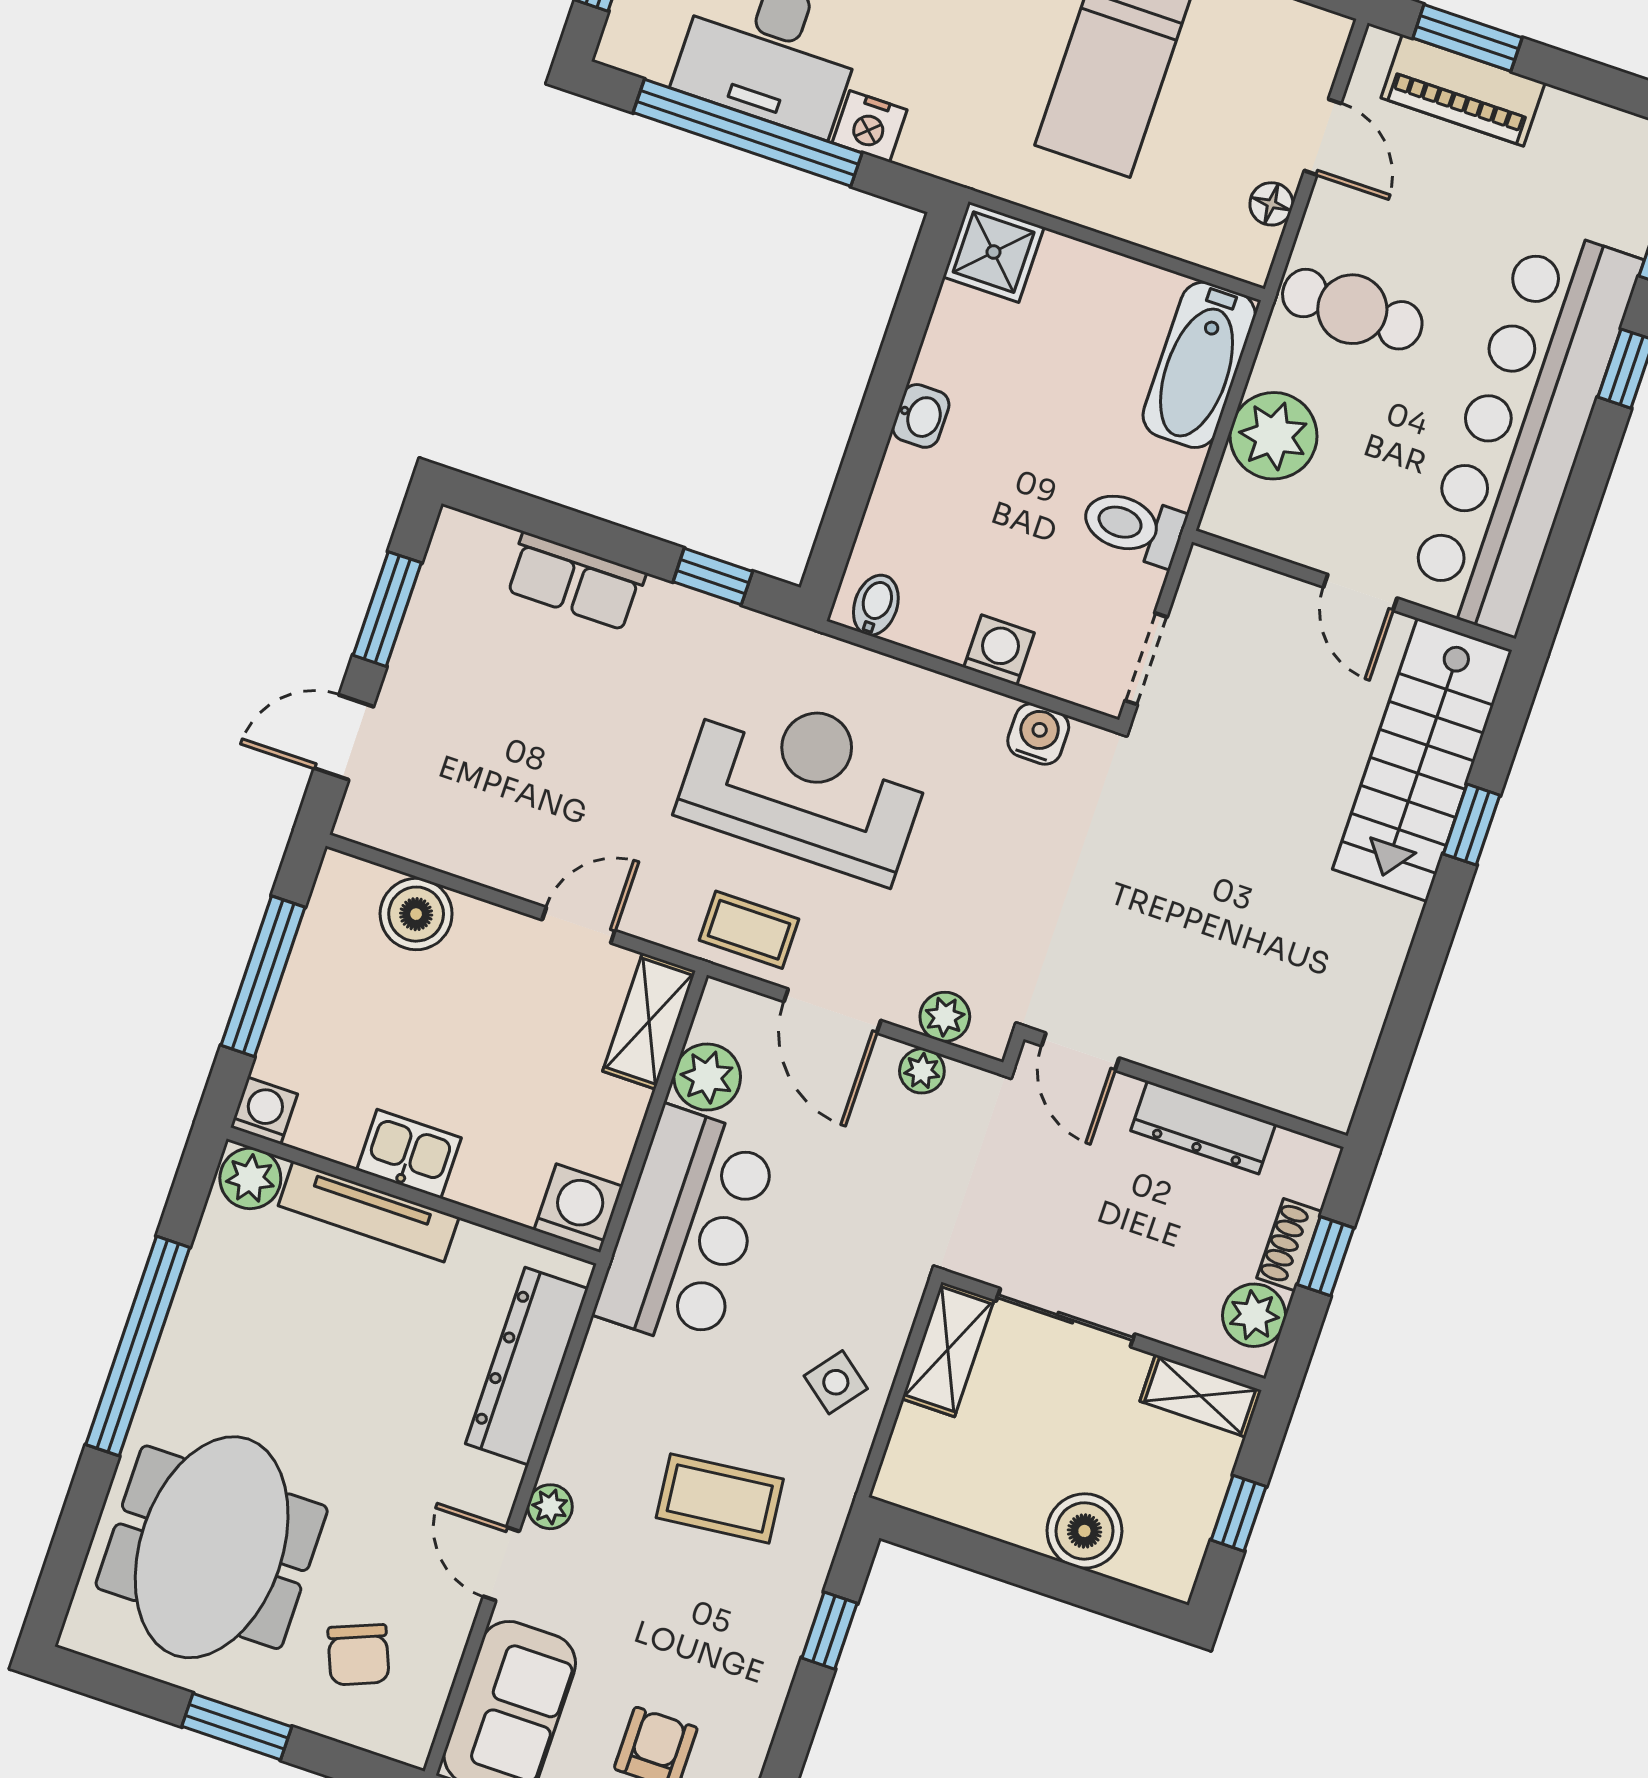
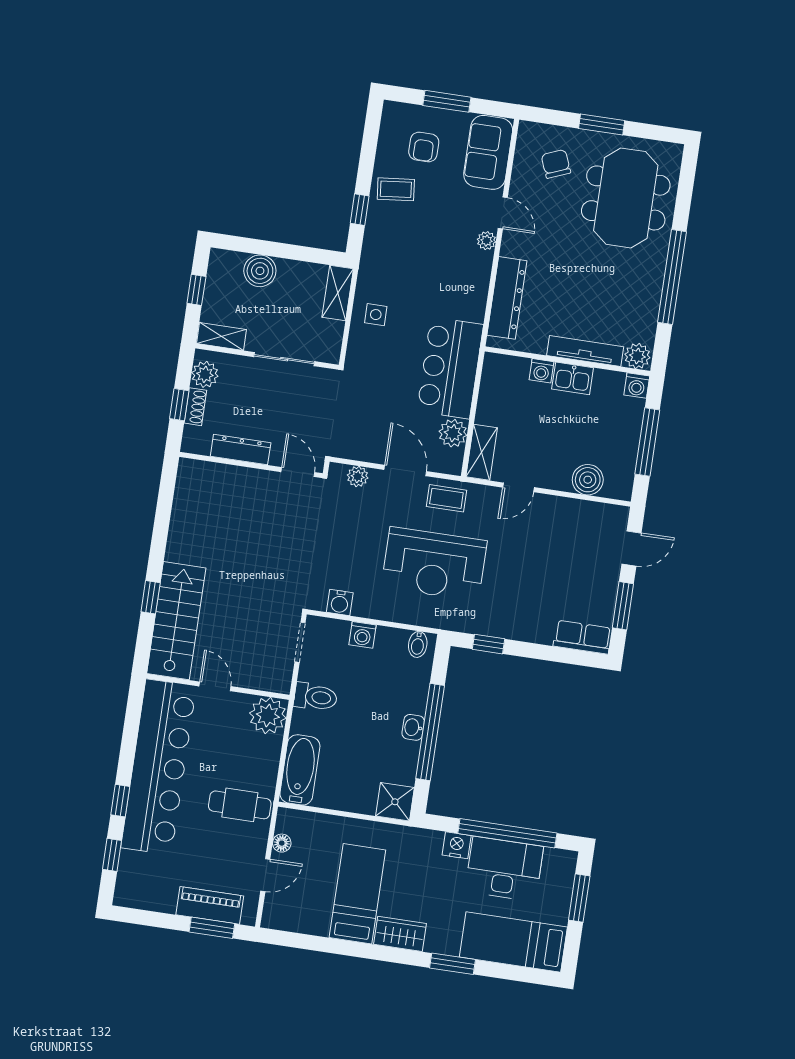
door: (1323, 137) -> (265, 875), swing flipped
window: (883, 398) -> (430, 732), added
plant: (1274, 436) -> (268, 716), moved
row of seats: (575, 581) -> (582, 637), moved
plant: (922, 1071) -> (363, 452), removed
washing machine: (578, 1208) -> (541, 371), moved, width x0.73, depth x0.73
shelving: (948, 1349) -> (338, 293), moved
side table: (836, 1382) -> (376, 315), turned -38
coffee table: (720, 1498) -> (396, 189), moved, width x0.73, depth x0.77

